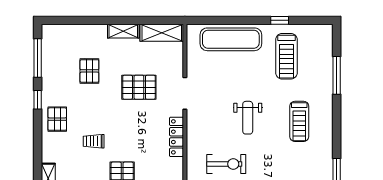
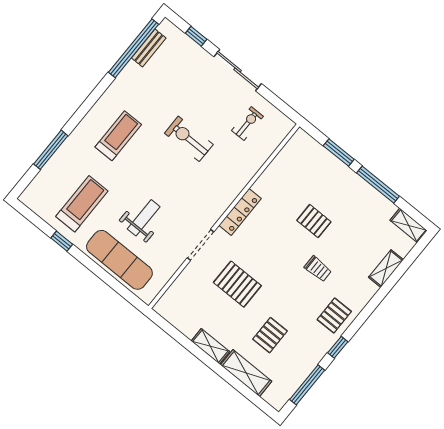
shelving: (162, 33) -> (246, 373), moved
weight bench: (248, 118) -> (144, 218), moved
exercise bike: (226, 164) -> (189, 139), moved

